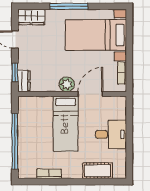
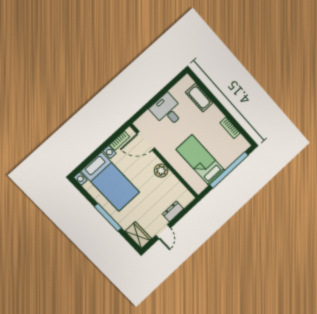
window: (15, 73) -> (185, 211), removed
dresser: (24, 81) -> (173, 211), moved
door: (90, 94) -> (146, 141), moved
bed: (66, 124) -> (200, 160), moved, turned -90

